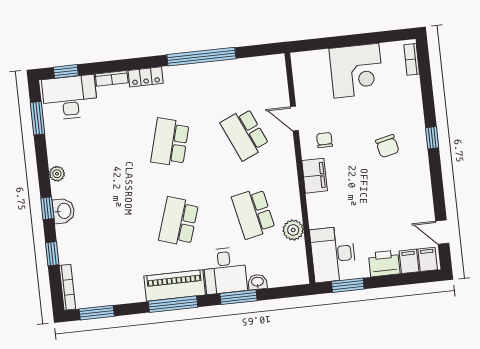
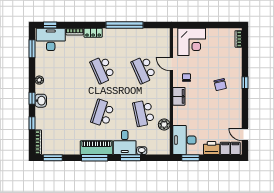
corner desk: (356, 71) -> (192, 42), moved
school desk: (170, 142) -> (102, 70), turned -39

